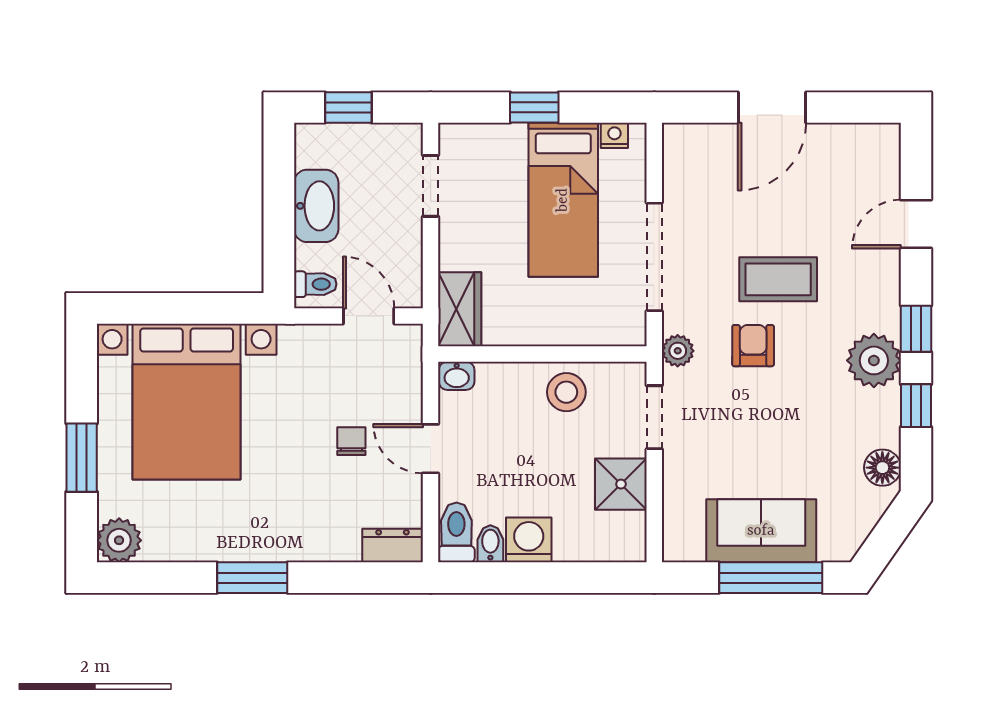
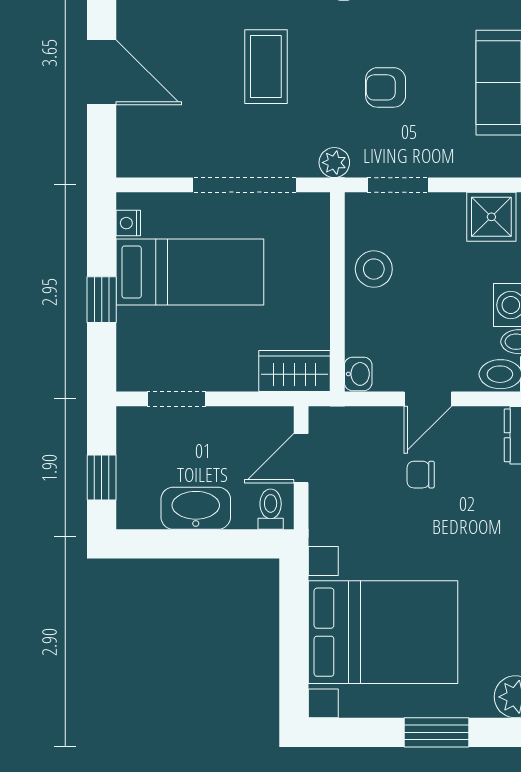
armchair: (753, 346) -> (386, 87), moved
shower: (621, 484) -> (491, 217), moved

